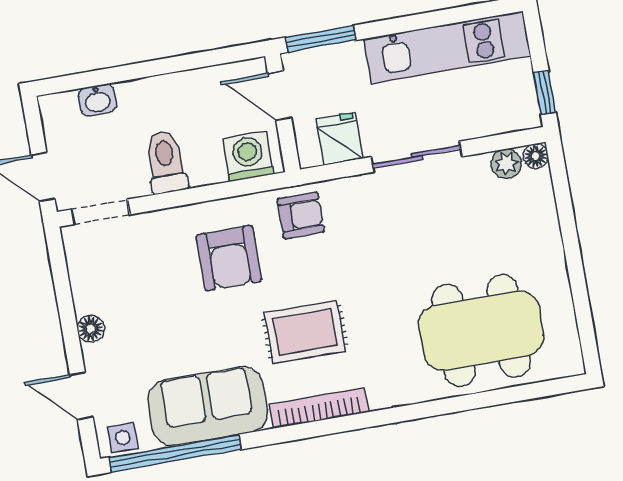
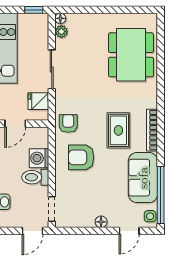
washing machine: (248, 156) -> (39, 158), moved
armchair: (229, 258) -> (81, 157), turned 180

